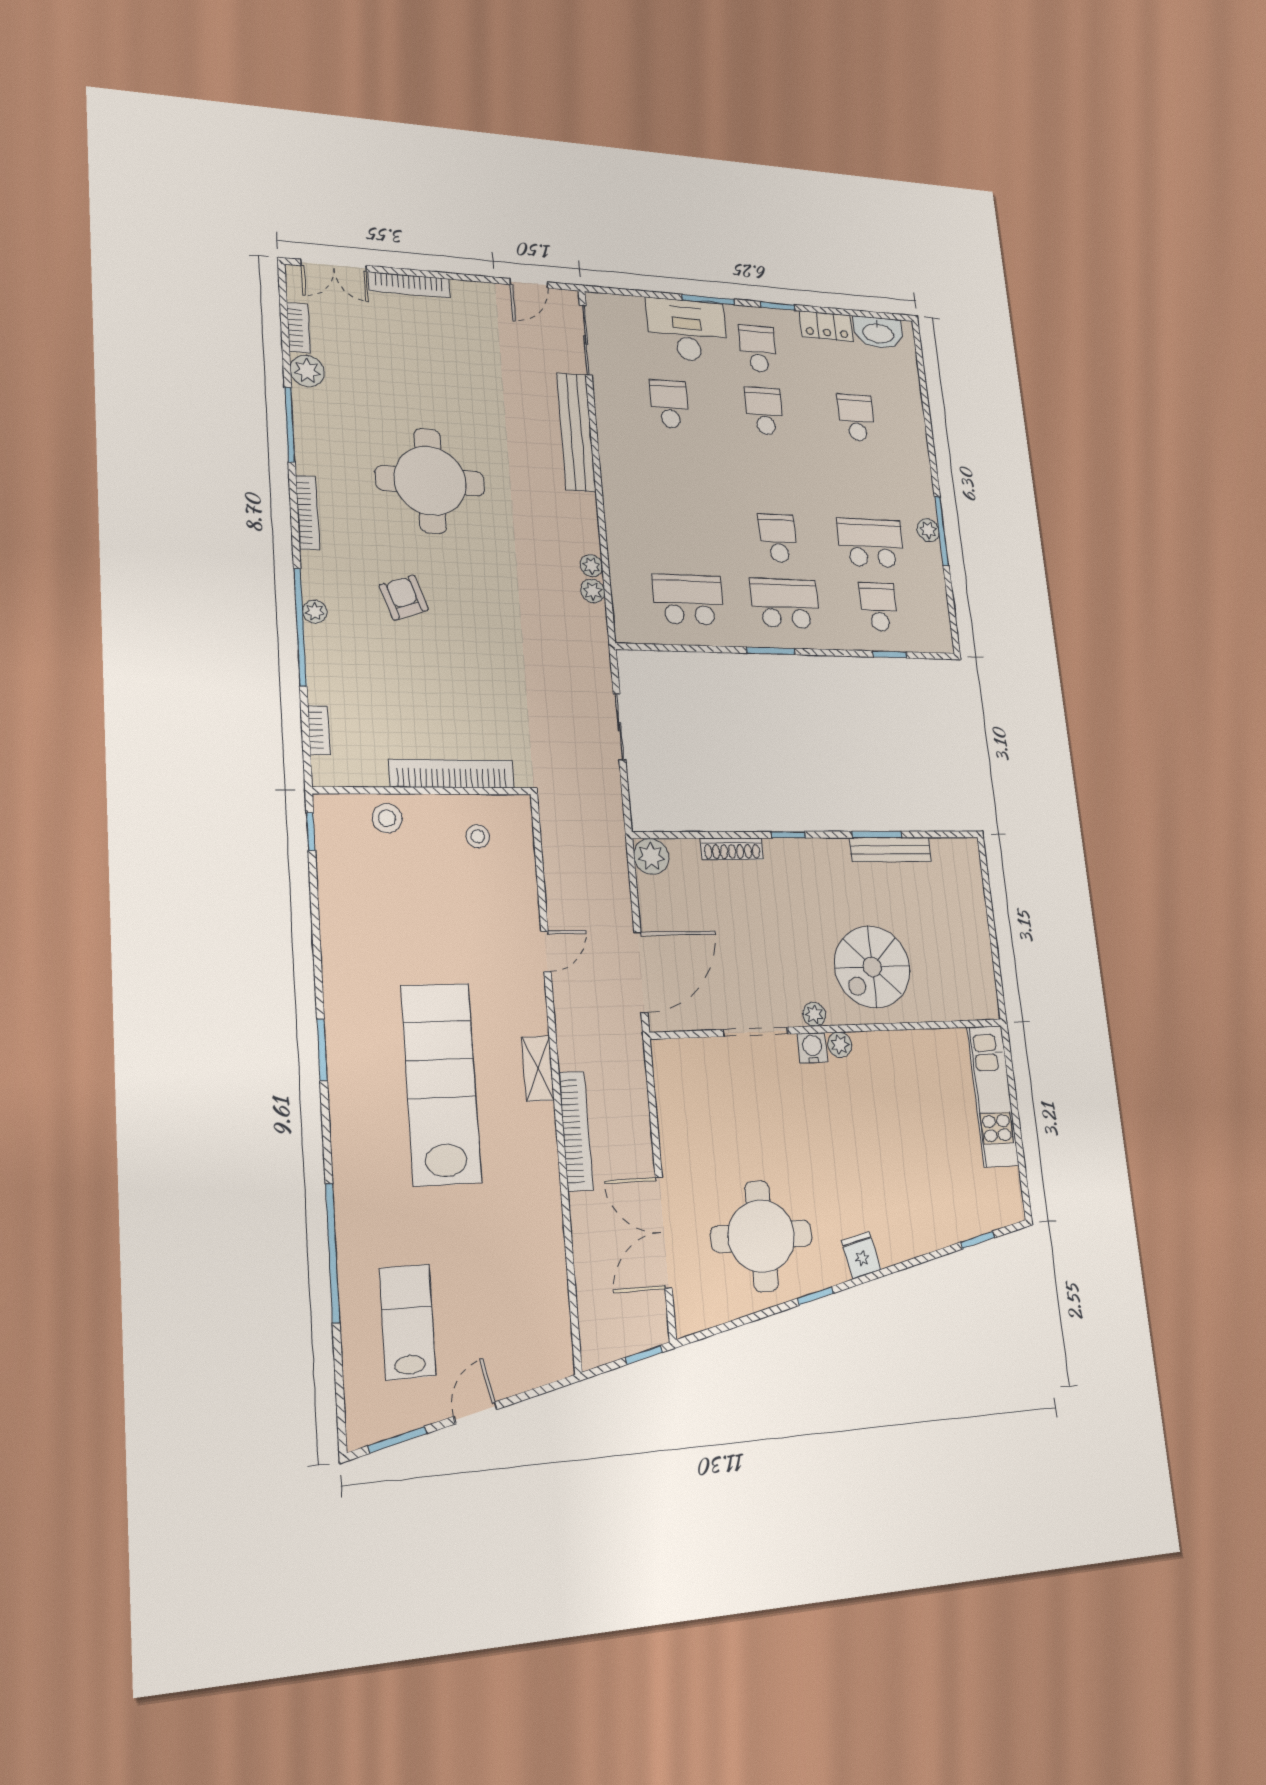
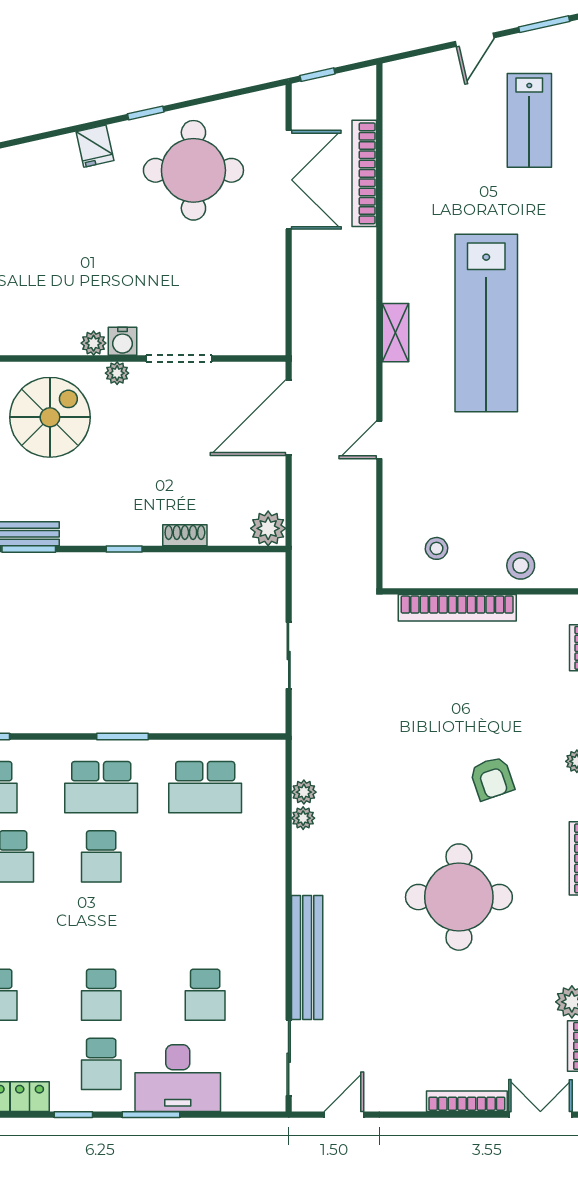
shoe rack: (732, 849) -> (185, 535), width x0.70
bookcase: (576, 1131) -> (364, 173), moved

